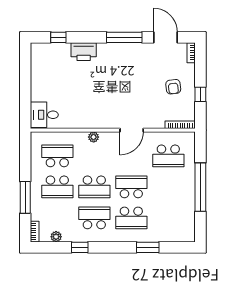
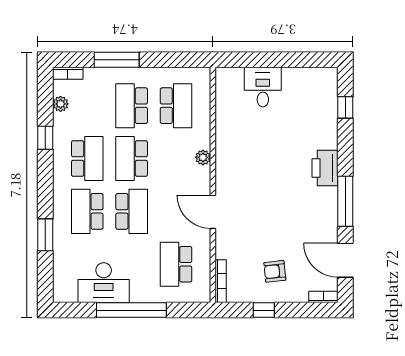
door: (165, 37) -> (345, 260), swing flipped
printer: (84, 52) -> (325, 168), moved
desk: (44, 115) -> (263, 87), moved
desk: (181, 207) -> (104, 283), added

